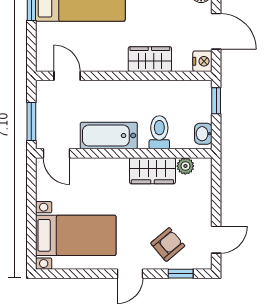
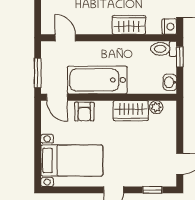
toilet: (159, 132) -> (164, 49), moved, turned -90
bathtub: (109, 136) -> (97, 80), width x1.36, depth x1.36
armchair: (168, 244) -> (84, 112), moved, turned 130

